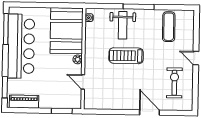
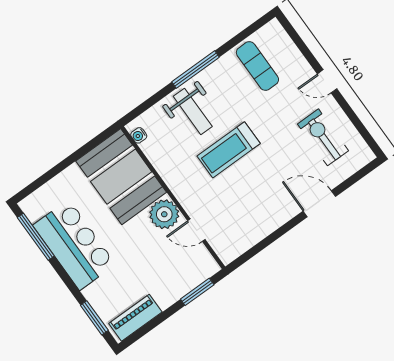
bar counter: (21, 46) -> (74, 245), width x0.73
plant: (78, 59) -> (164, 214), width x1.87, depth x1.87

